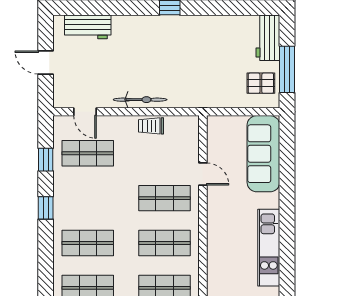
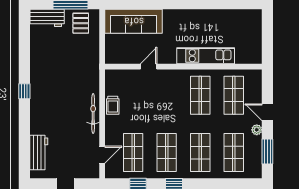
shop shelf: (164, 198) -> (167, 153), moved
kitchen unit: (269, 248) -> (206, 56), moved, turned 180

